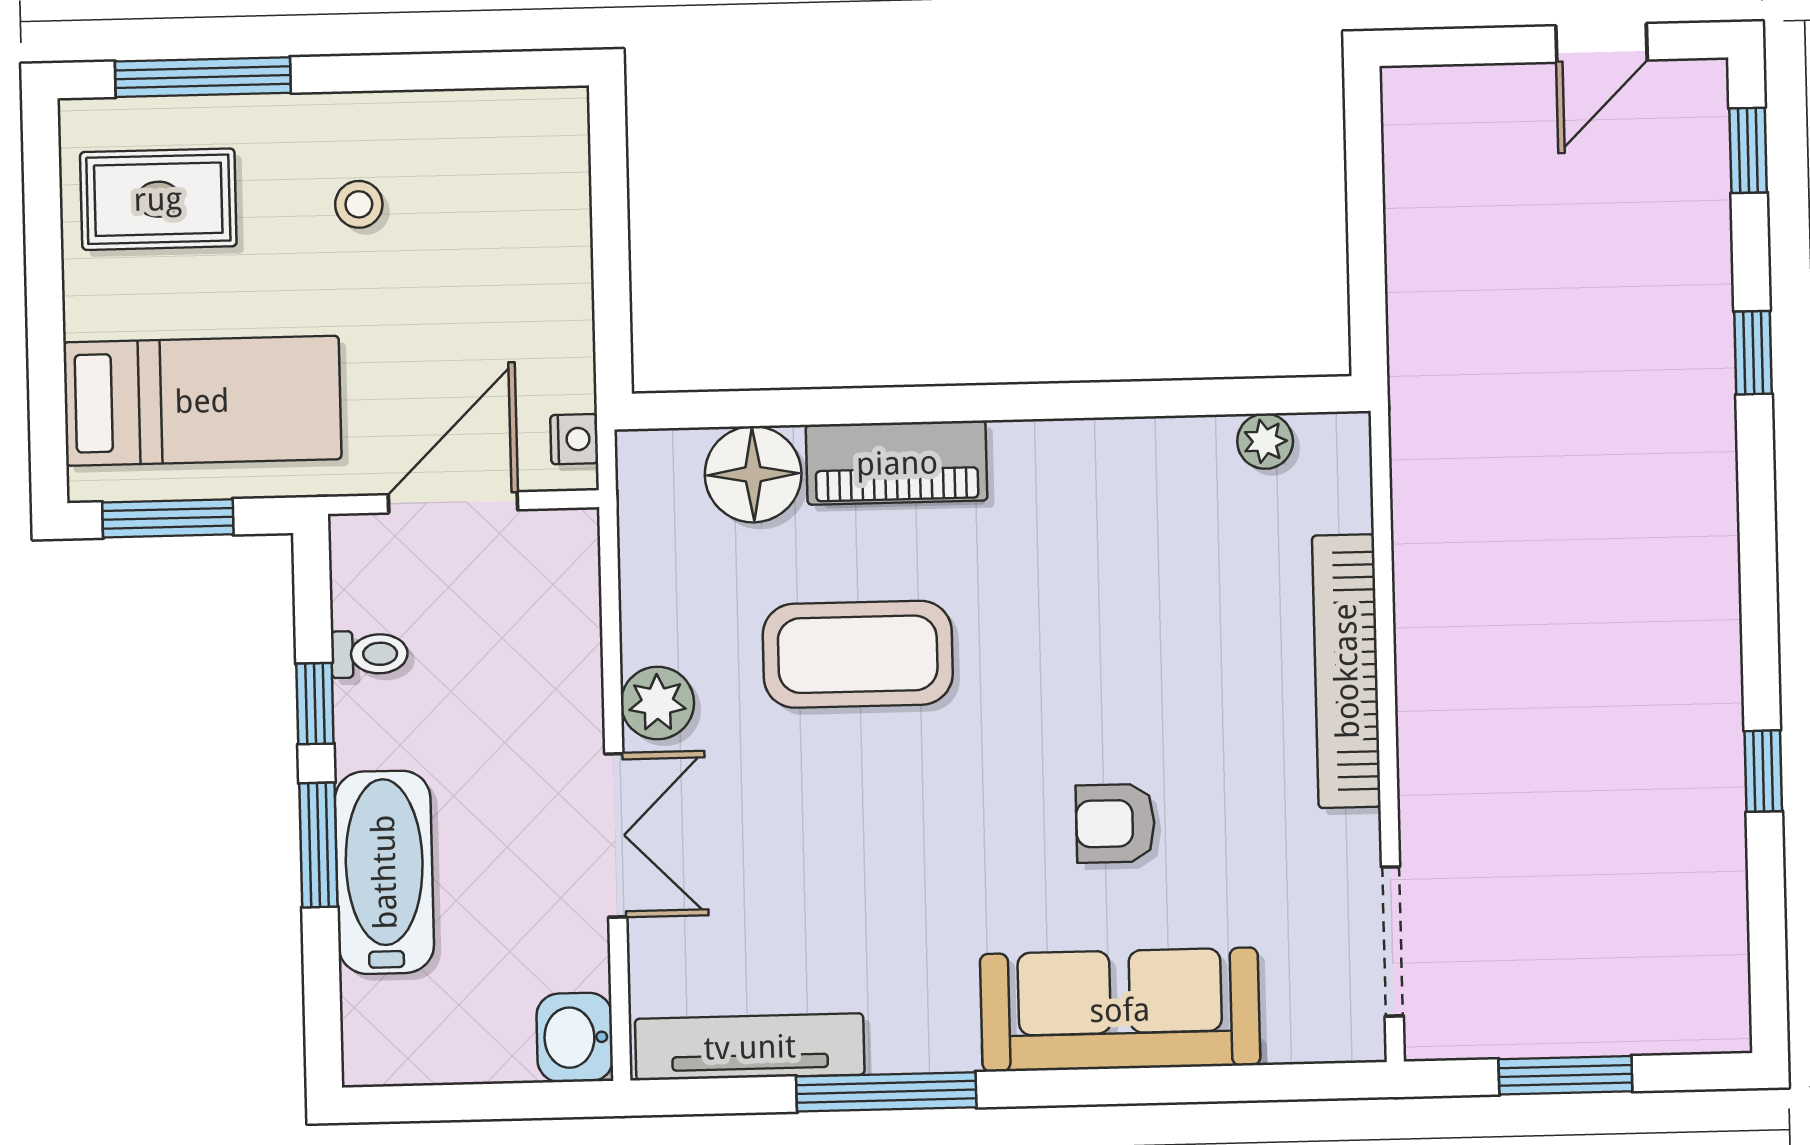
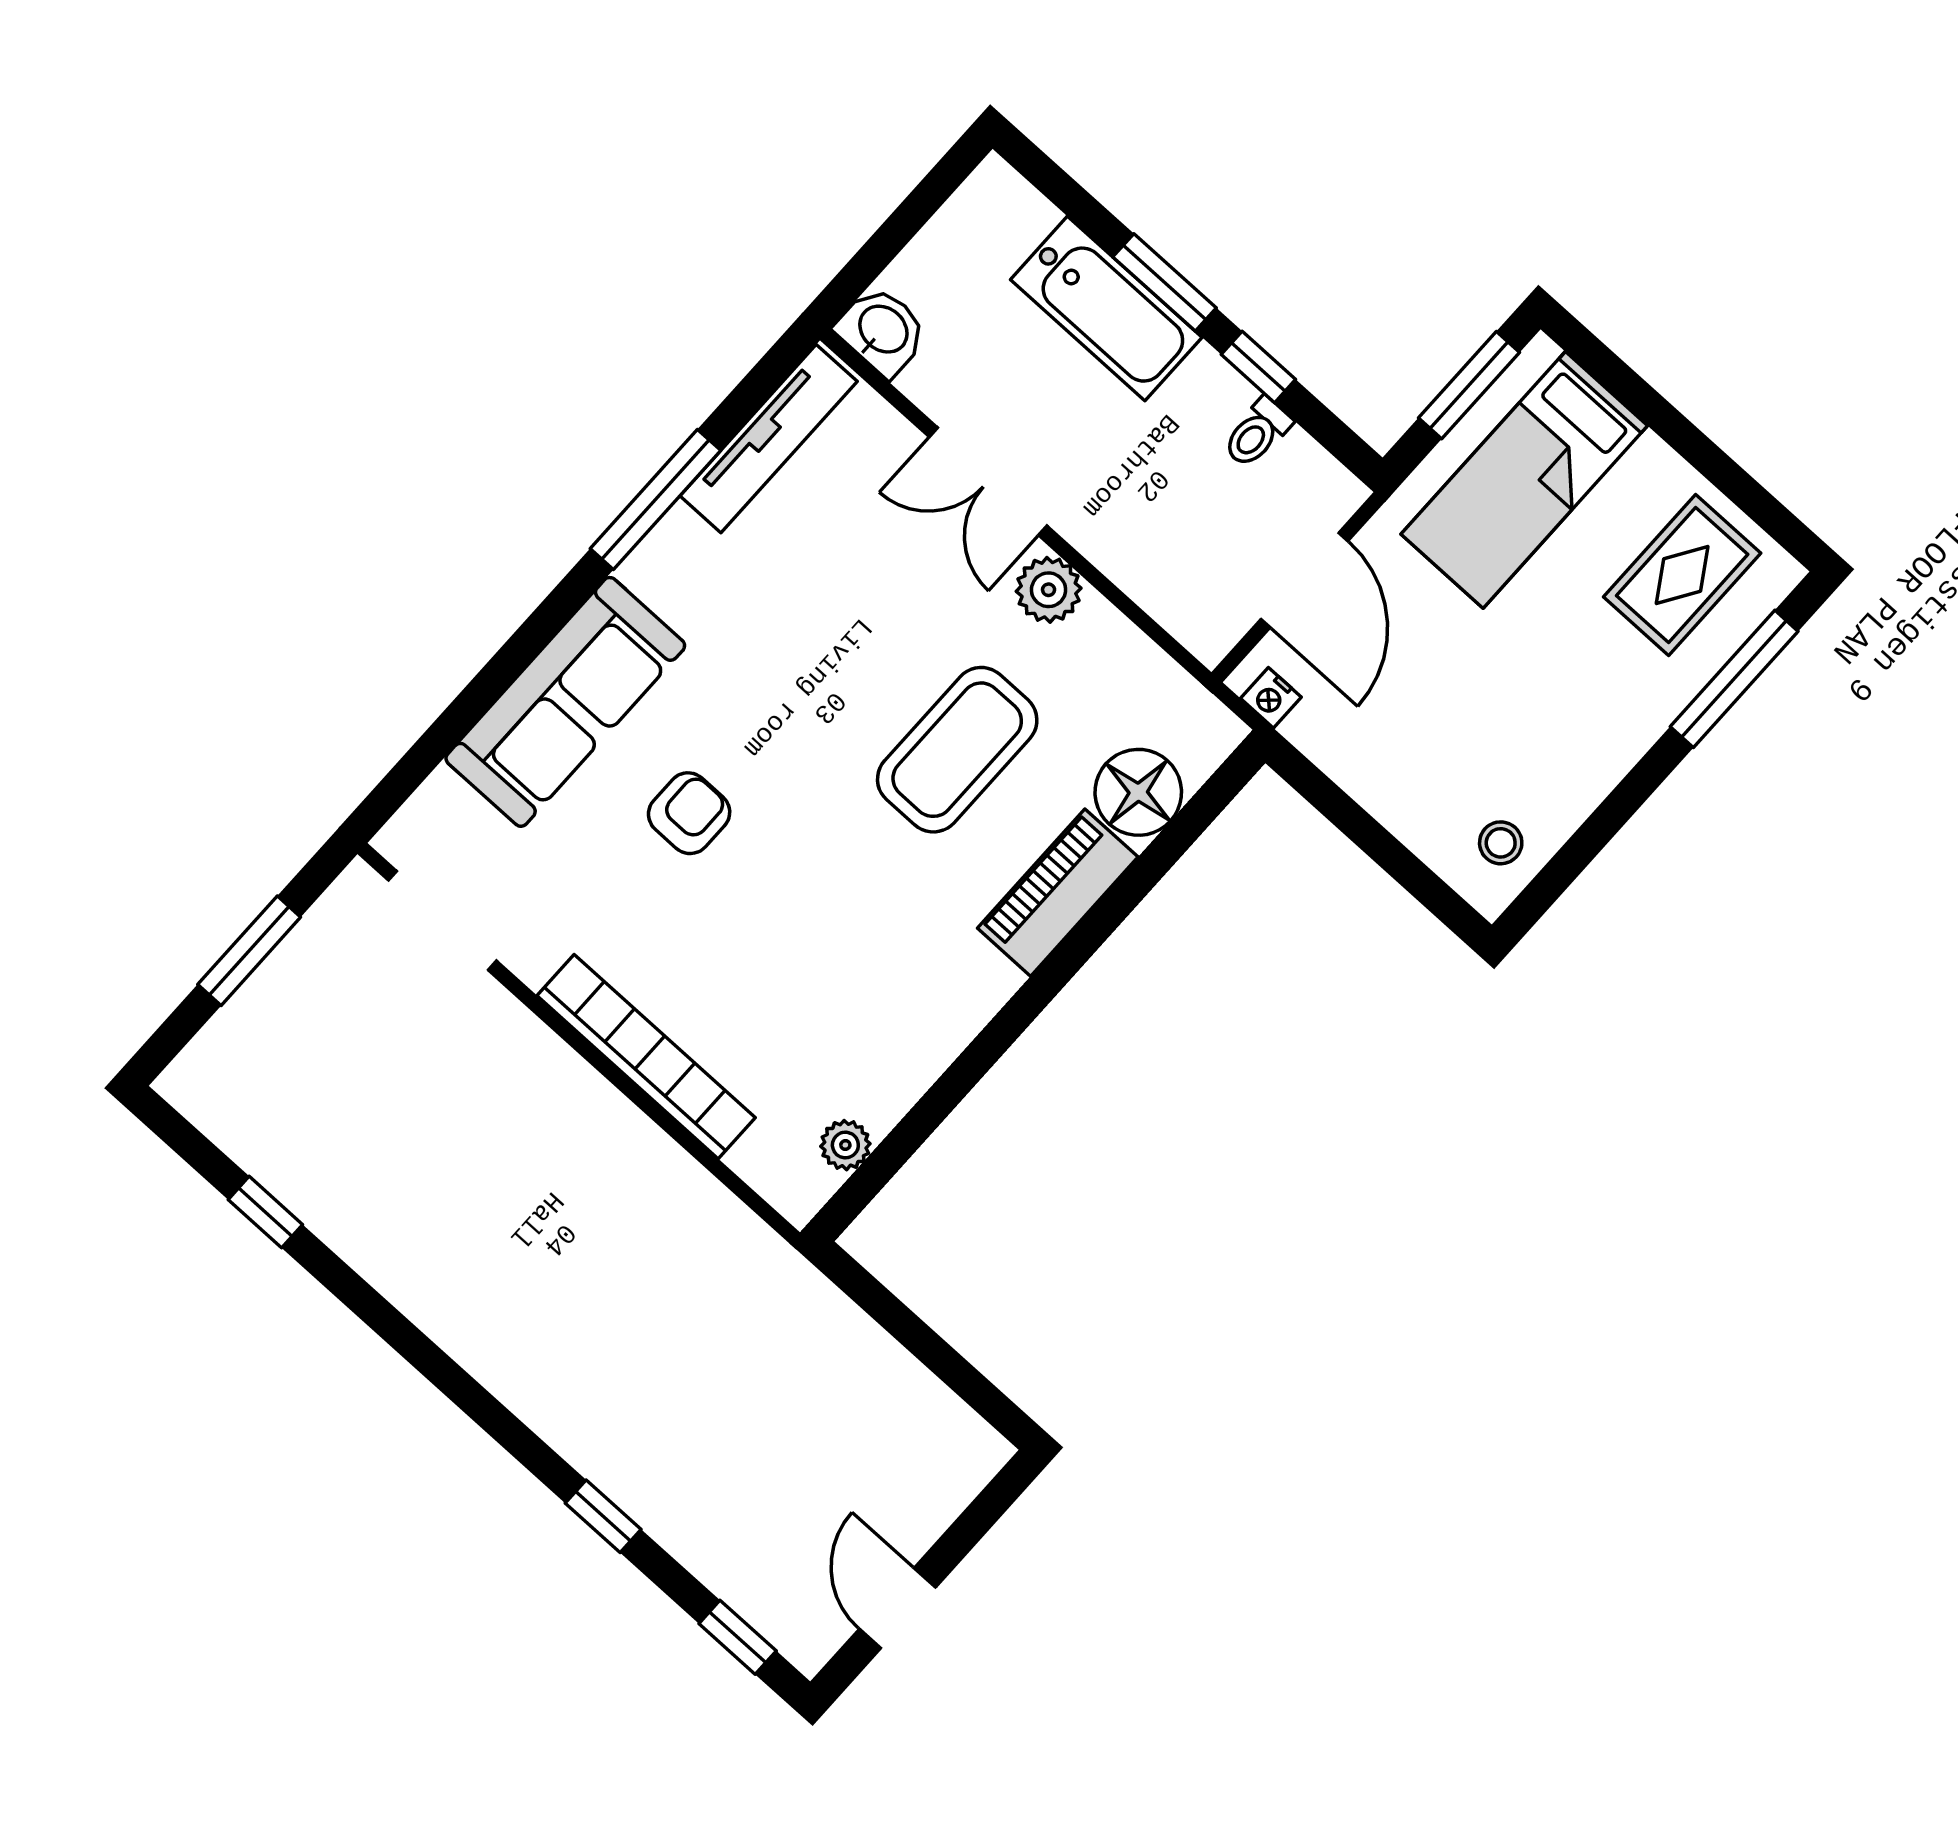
stool: (359, 204) -> (1501, 843), moved
window: (1763, 771) -> (265, 1212), moved

